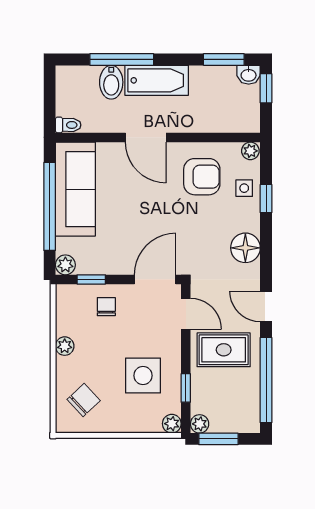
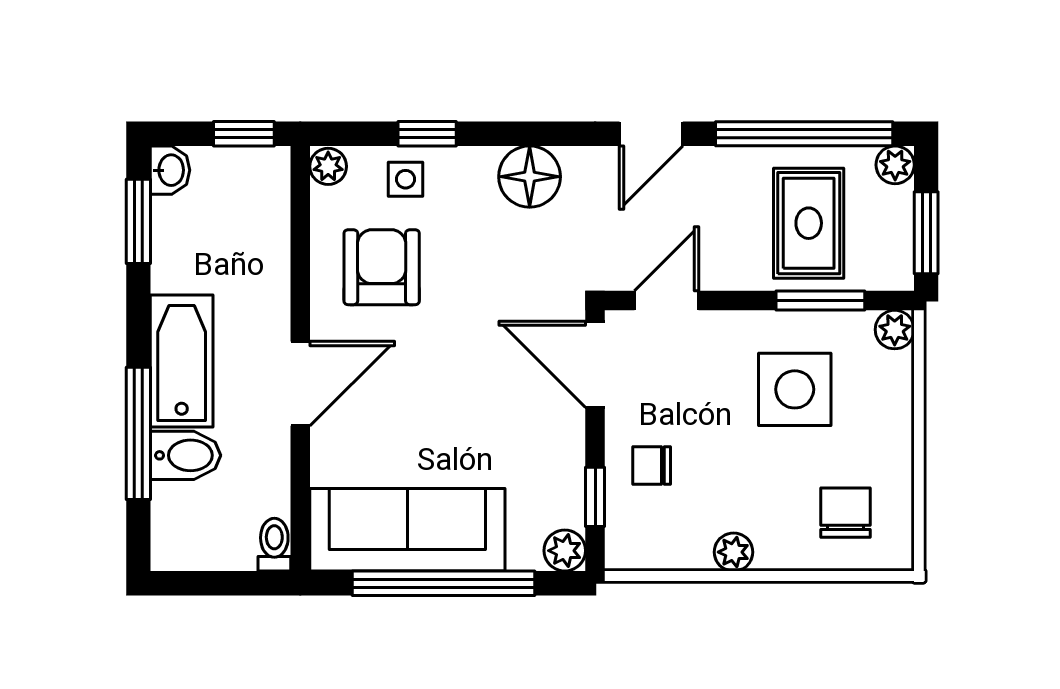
window: (266, 88) -> (244, 134), moved
rug: (224, 350) -> (809, 223), moved
window: (186, 388) -> (820, 301), width x1.50
chair: (84, 400) -> (845, 513), turned 43
plant: (200, 424) -> (895, 165), moved

